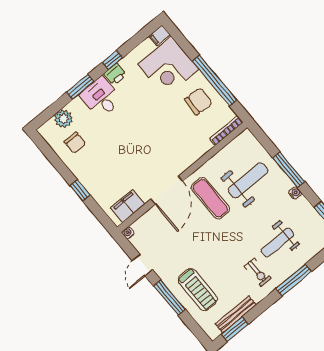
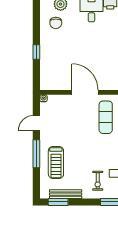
door: (167, 190) -> (85, 92), swing flipped
filing cabinet: (128, 206) -> (56, 83), removed

